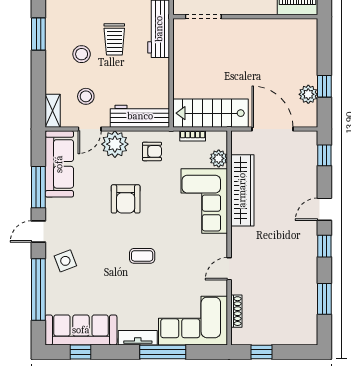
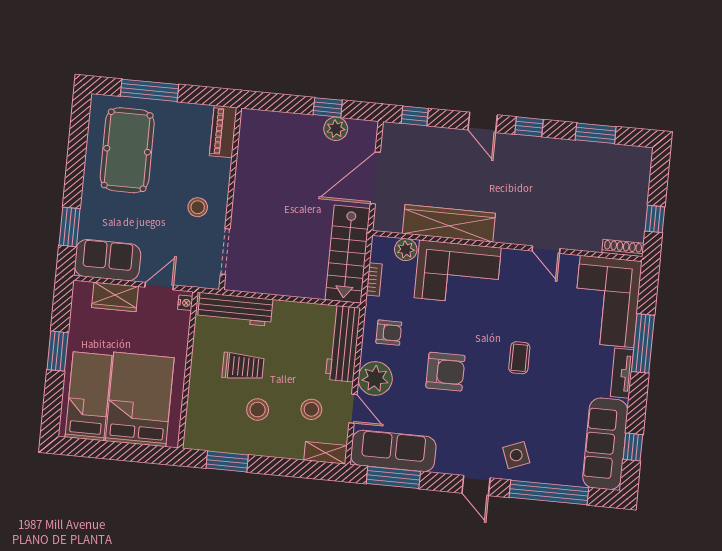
armchair: (152, 151) -> (389, 333), turned 90
window: (38, 187) -> (393, 478), moved
shoe rack: (236, 311) -> (623, 248), moved

